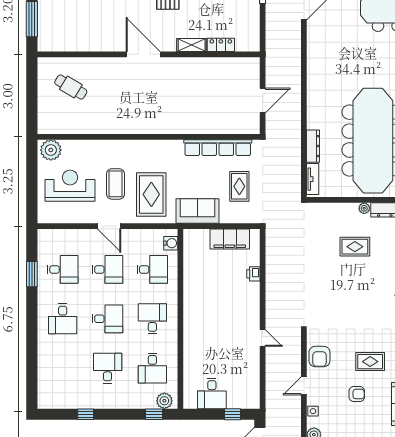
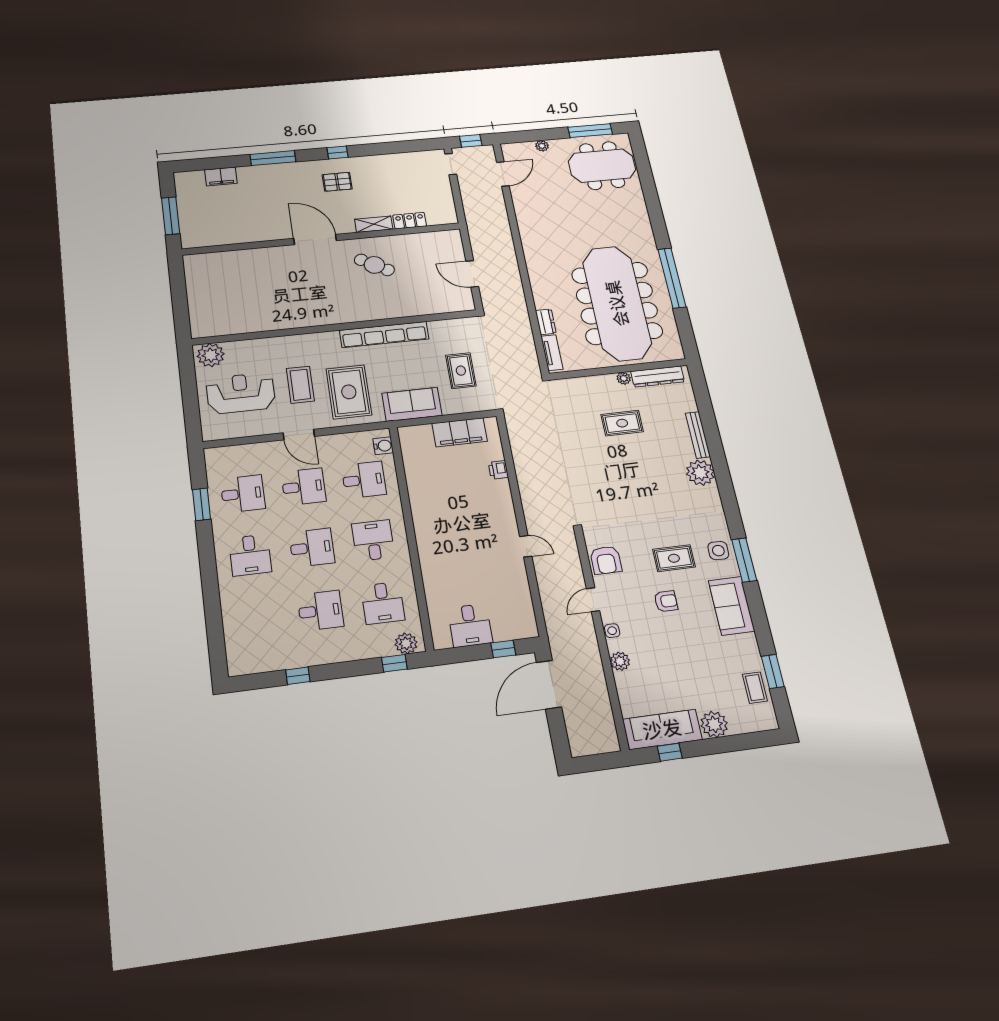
cafe table: (71, 87) -> (374, 265), moved
door: (263, 101) -> (472, 274), swing flipped
dresser: (313, 146) -> (546, 322), width x0.70
row of seats: (218, 148) -> (384, 335), moved
desk: (108, 368) -> (321, 611), turned 90

